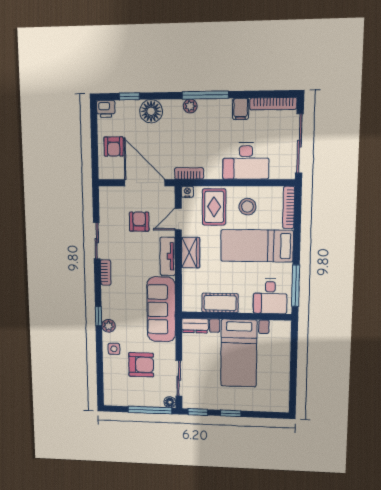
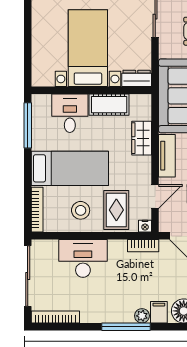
filing cabinet: (241, 109) -> (159, 312), moved
wardrobe: (191, 253) -> (142, 138), moved
desk: (270, 296) -> (70, 113), moved

